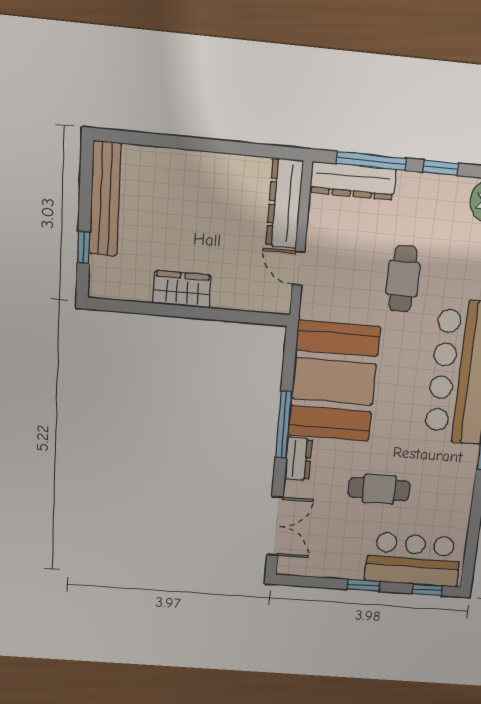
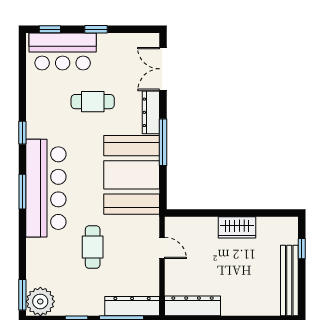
dresser: (285, 204) -> (193, 306), moved, turned -90
dresser: (298, 459) -> (151, 112), width x1.44

